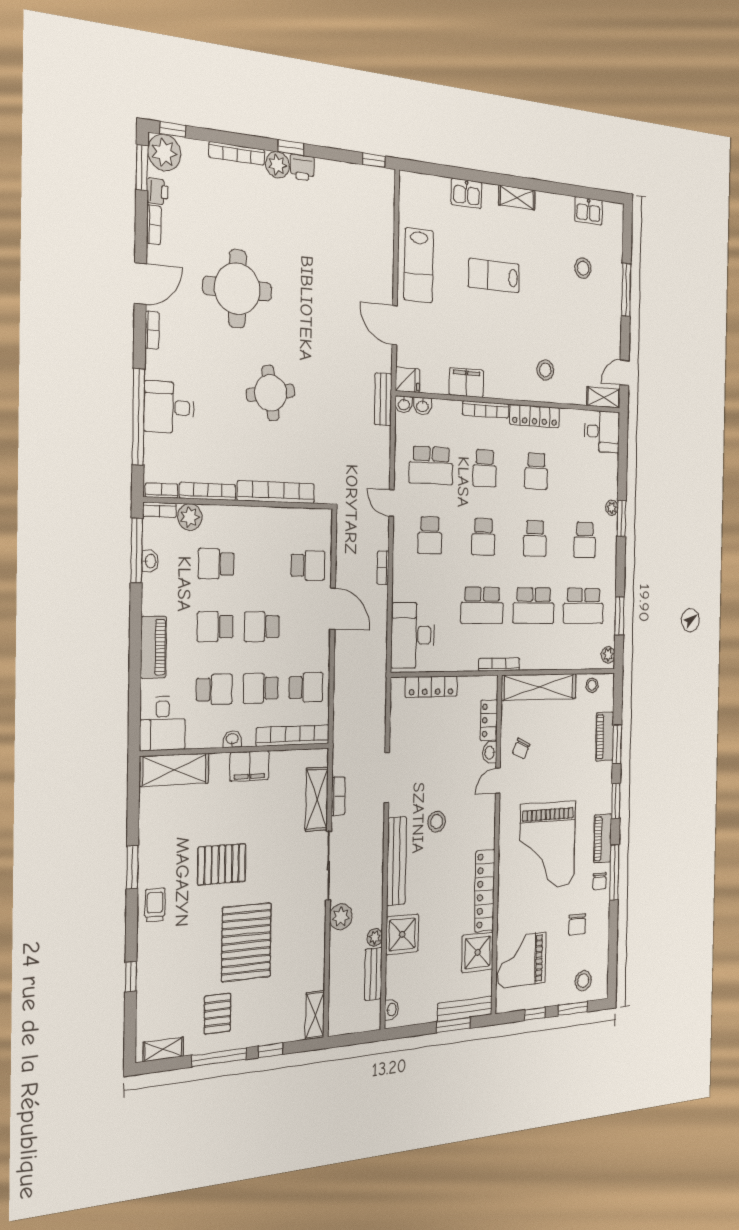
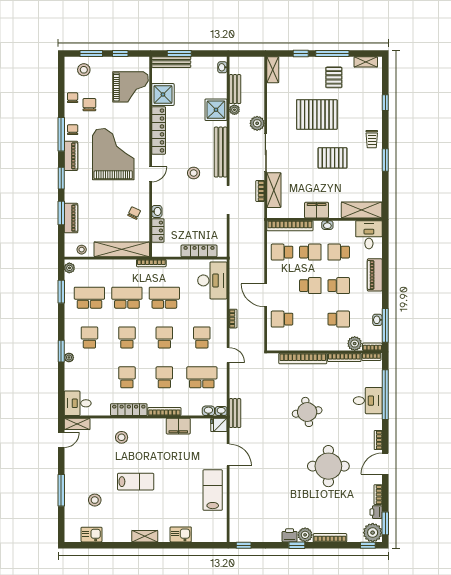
lab bench: (494, 276) -> (136, 482), moved
door: (498, 781) -> (151, 174), moved
chair: (599, 933) -> (73, 98), added
pallet: (246, 942) -> (317, 114), turned 90

